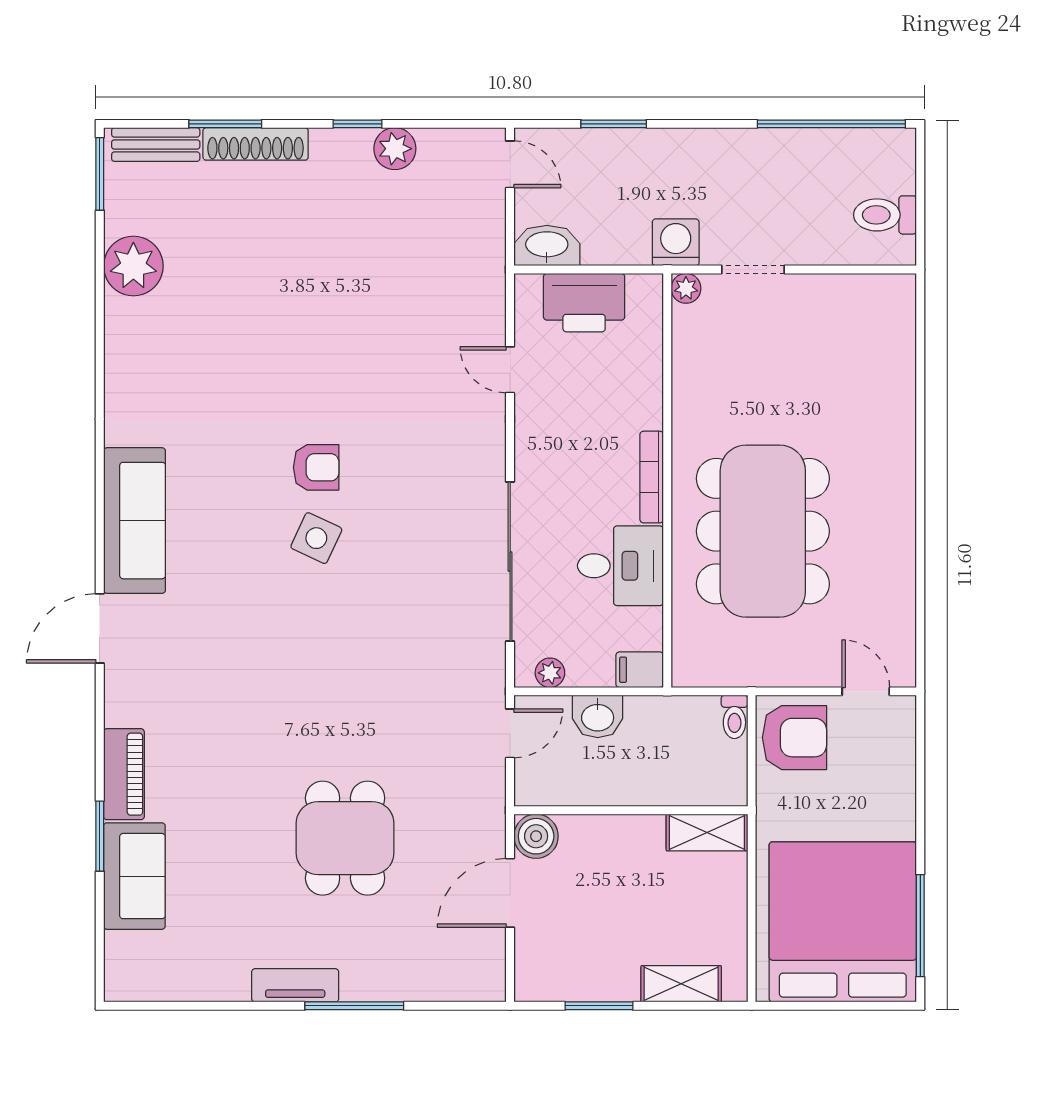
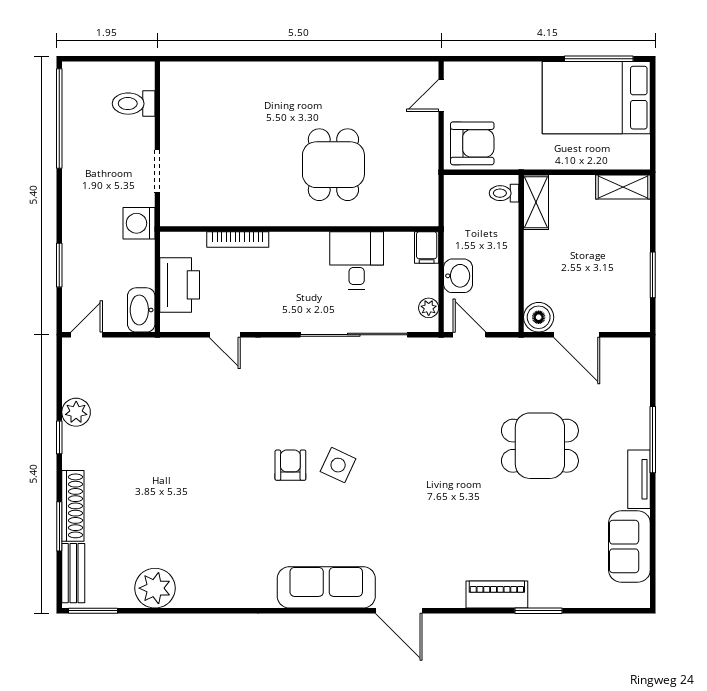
toilet: (885, 215) -> (134, 104), moved, turned 90
plant: (686, 288) -> (170, 216), removed
door: (510, 370) -> (225, 335), hinge flipped
bookcase: (652, 477) -> (238, 239), moved
dining table: (763, 531) -> (333, 165), width x0.53, depth x0.80
toilet: (734, 717) -> (504, 193), moved, turned 180
armchair: (794, 738) -> (472, 143), turned 90
sofa: (134, 876) -> (629, 547), moved, turned -90
bed: (843, 922) -> (596, 98), width x0.73
shelving: (681, 984) -> (623, 187), moved, turned 90

